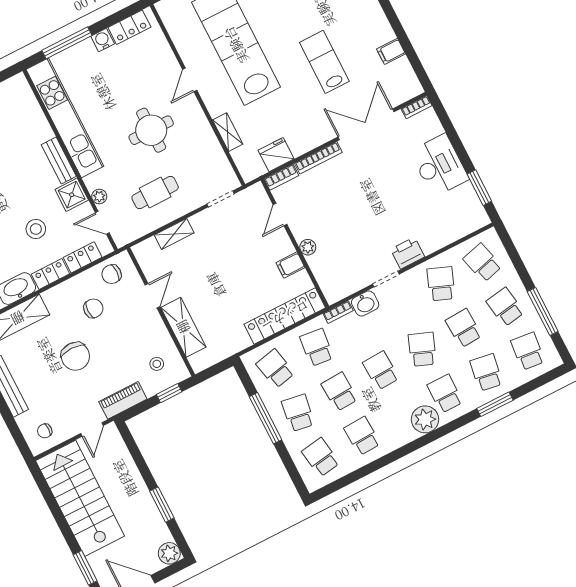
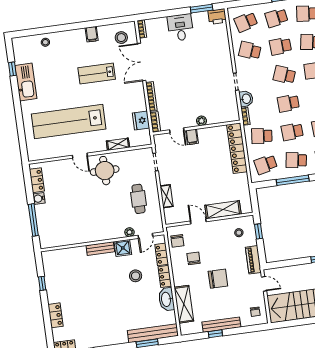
filing cabinet: (391, 51) -> (92, 34), moved
stool: (392, 80) -> (121, 38), added
kitchen unit: (65, 118) -> (77, 236), removed
round table: (151, 130) -> (105, 171), moved
desk: (439, 165) -> (180, 27), width x0.73
printer: (408, 253) -> (217, 16), moved, turned -90
filing cabinet: (290, 265) -> (192, 137), moved

